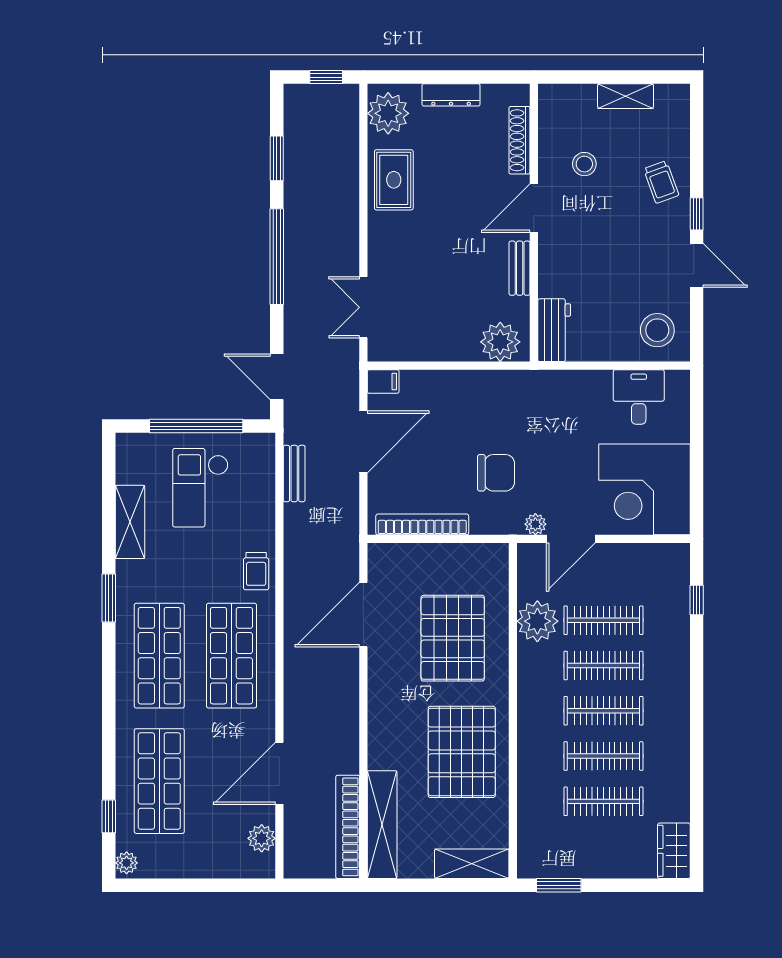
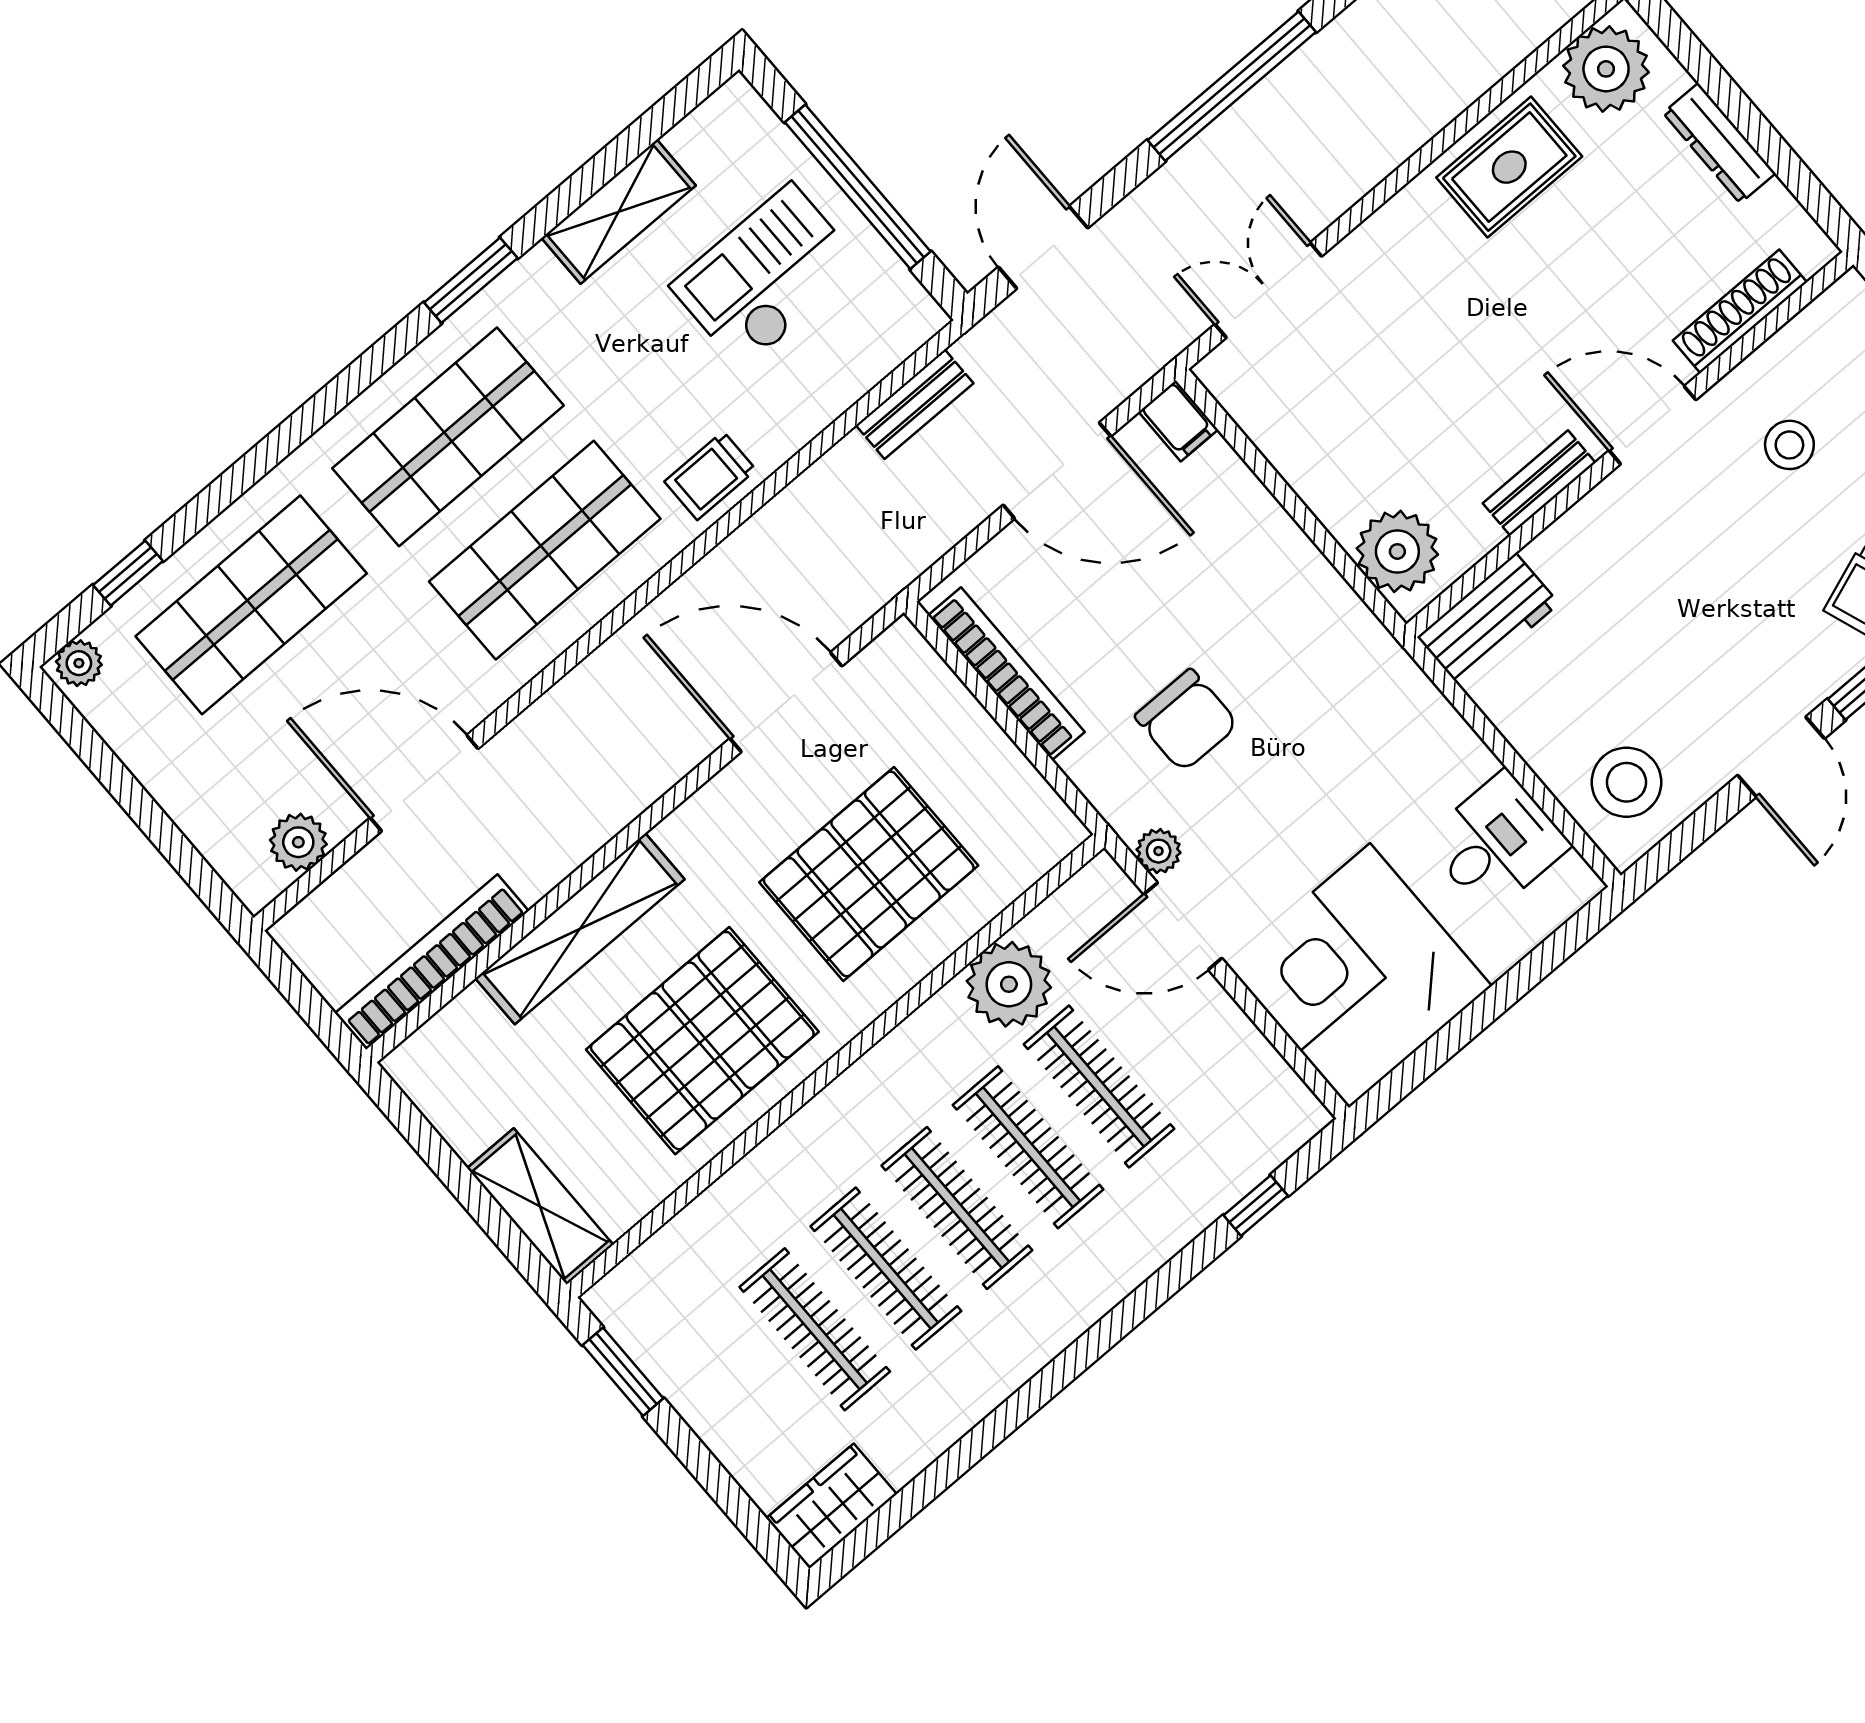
shelving: (382, 825) -> (580, 929), moved

